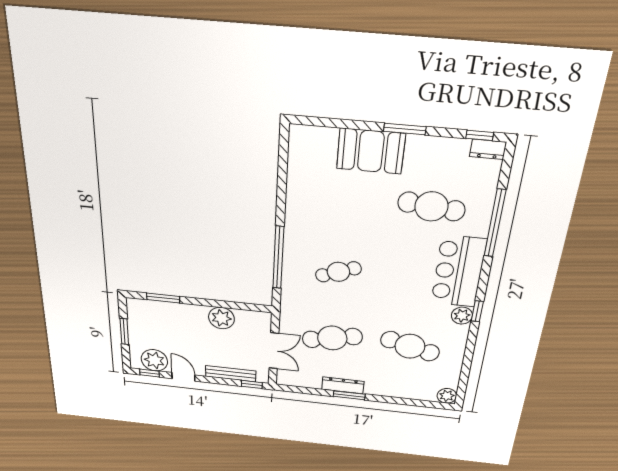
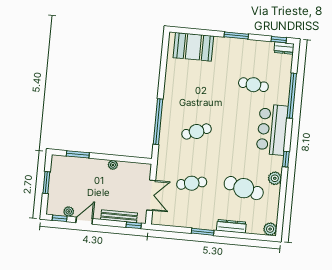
booth: (371, 151) -> (193, 47), moved
cafe table: (431, 206) -> (253, 85), width x0.73, depth x0.74
plant: (462, 316) -> (275, 178), moved
plant: (221, 318) -> (113, 165), width x0.53, depth x0.53
cafe table: (332, 338) -> (192, 183), width x0.73, depth x0.74
plant: (154, 360) -> (69, 212), width x0.53, depth x0.53
door: (183, 377) -> (84, 221), hinge flipped
dresser: (343, 385) -> (231, 226), moved

